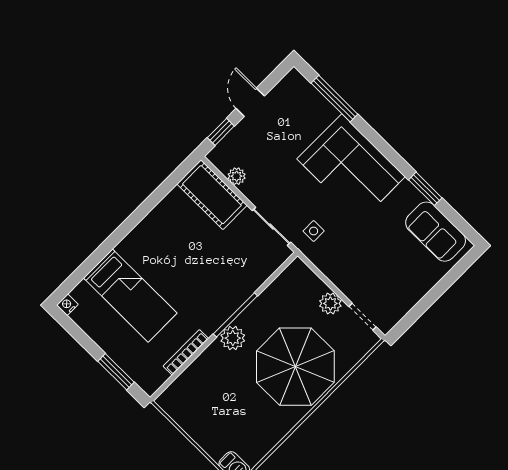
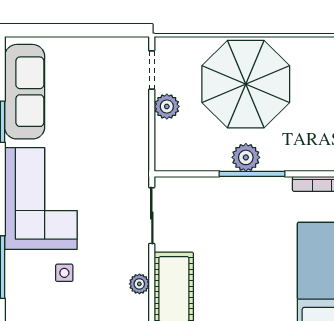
side table: (314, 231) -> (64, 273), moved
sofa: (436, 232) -> (25, 92), width x1.36
plant: (233, 338) -> (246, 157), moved

